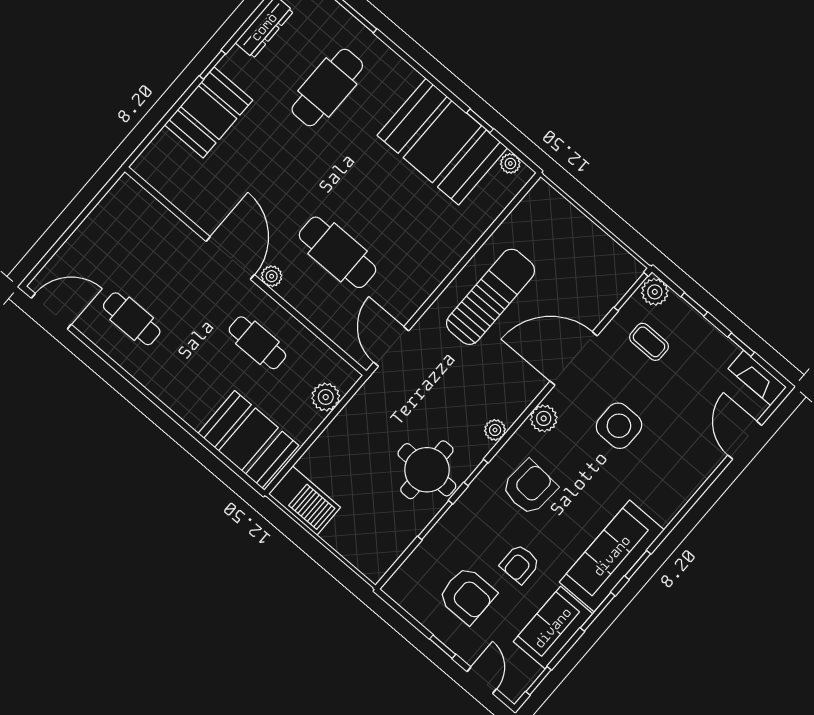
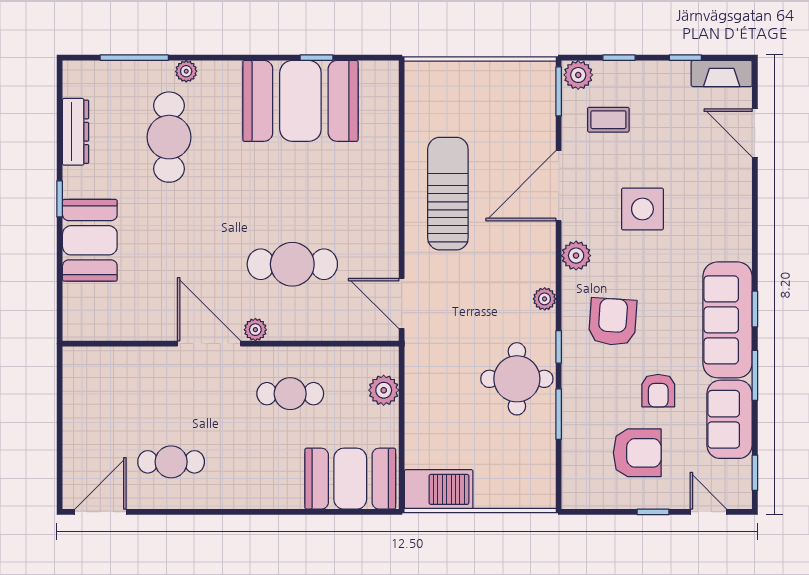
plant: (510, 163) -> (186, 71), moved

